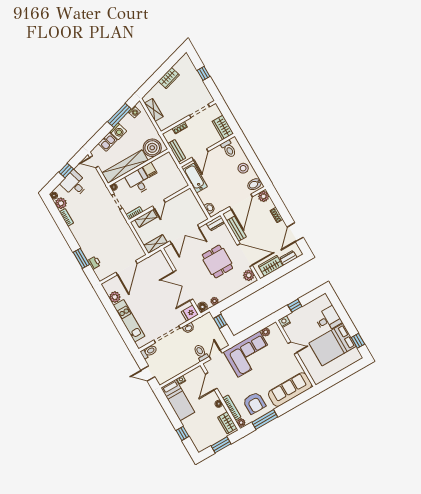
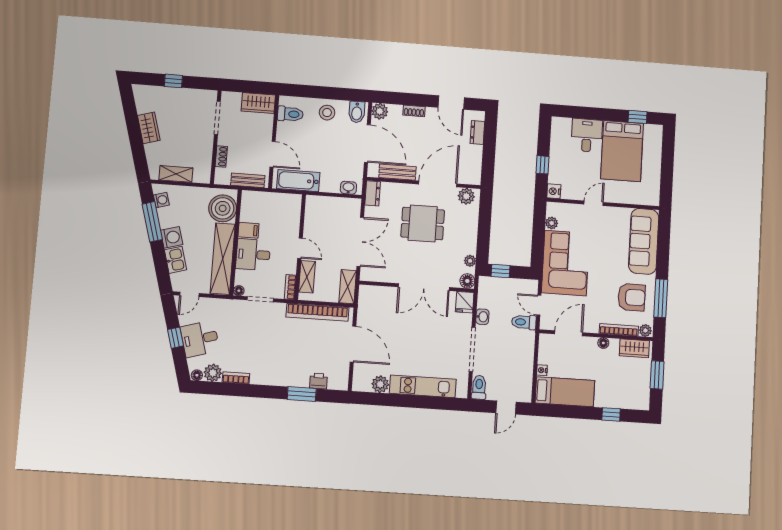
bookcase: (131, 237) -> (317, 312), added
wardrobe: (271, 266) -> (473, 161), removed
door: (211, 381) -> (569, 333), swing flipped

